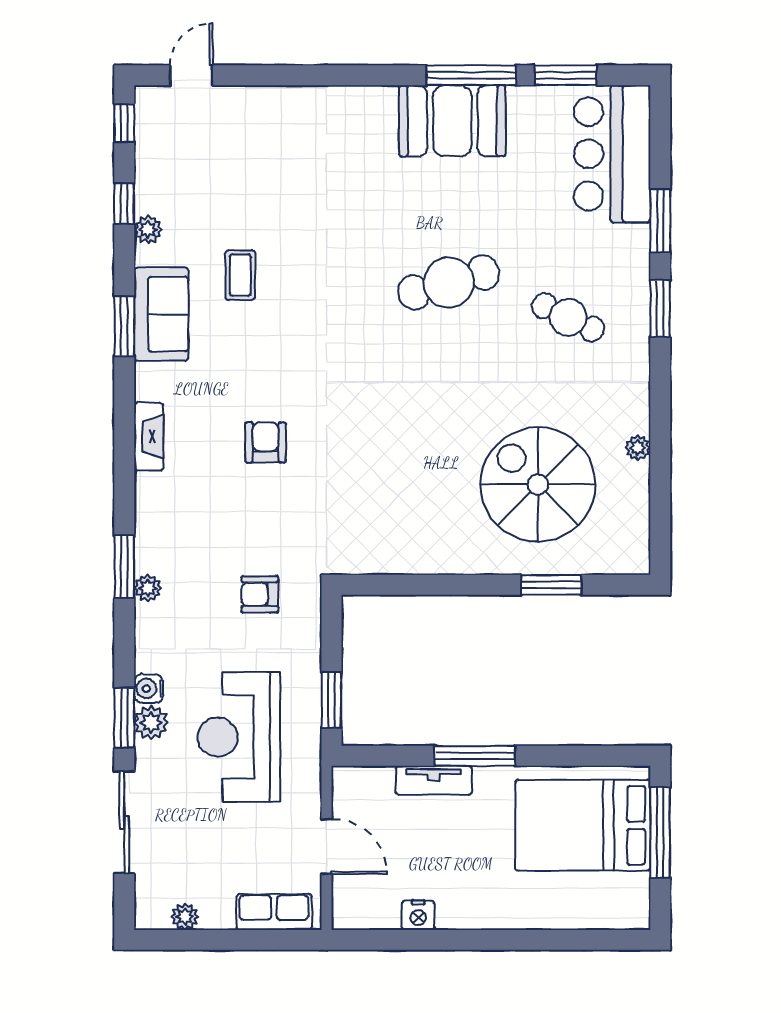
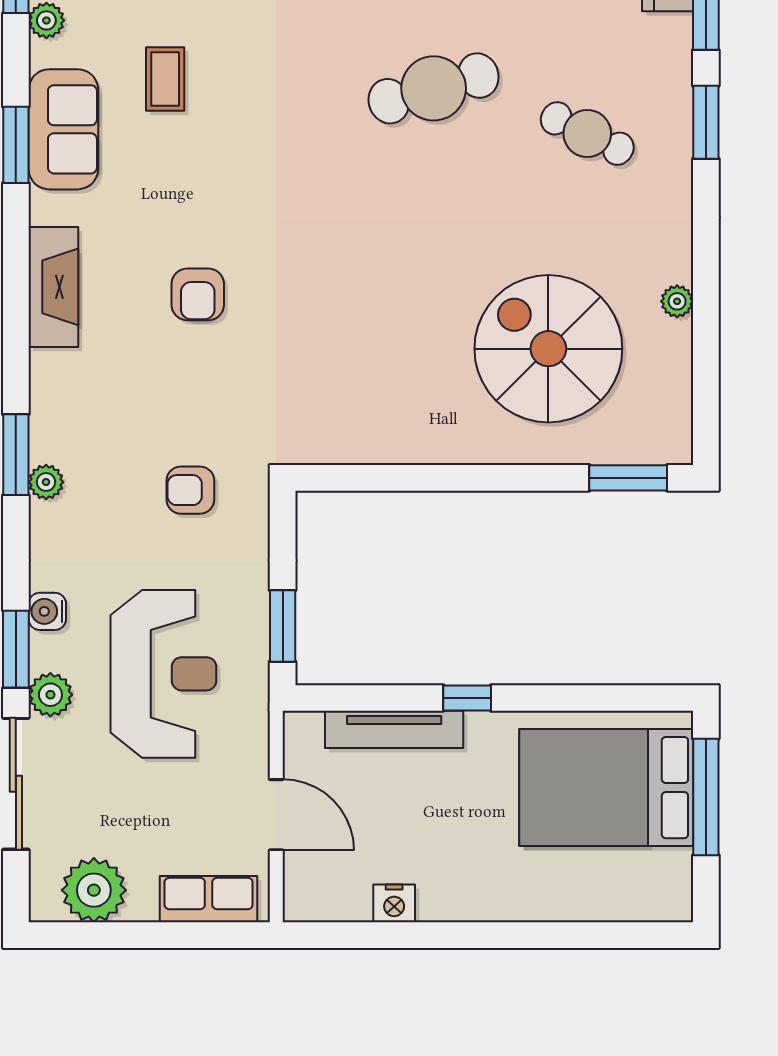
fireplace: (149, 437) -> (53, 287), width x1.37, depth x1.32
armchair: (266, 442) -> (198, 294), turned 180
window: (551, 585) -> (628, 478), moved
plant: (151, 723) -> (50, 695), moved
reception desk: (239, 737) -> (163, 674), turned 180
window: (475, 756) -> (467, 698), width x0.46
tv unit: (434, 780) -> (394, 729), width x1.41
plant: (185, 917) -> (94, 890), width x1.88, depth x1.88

